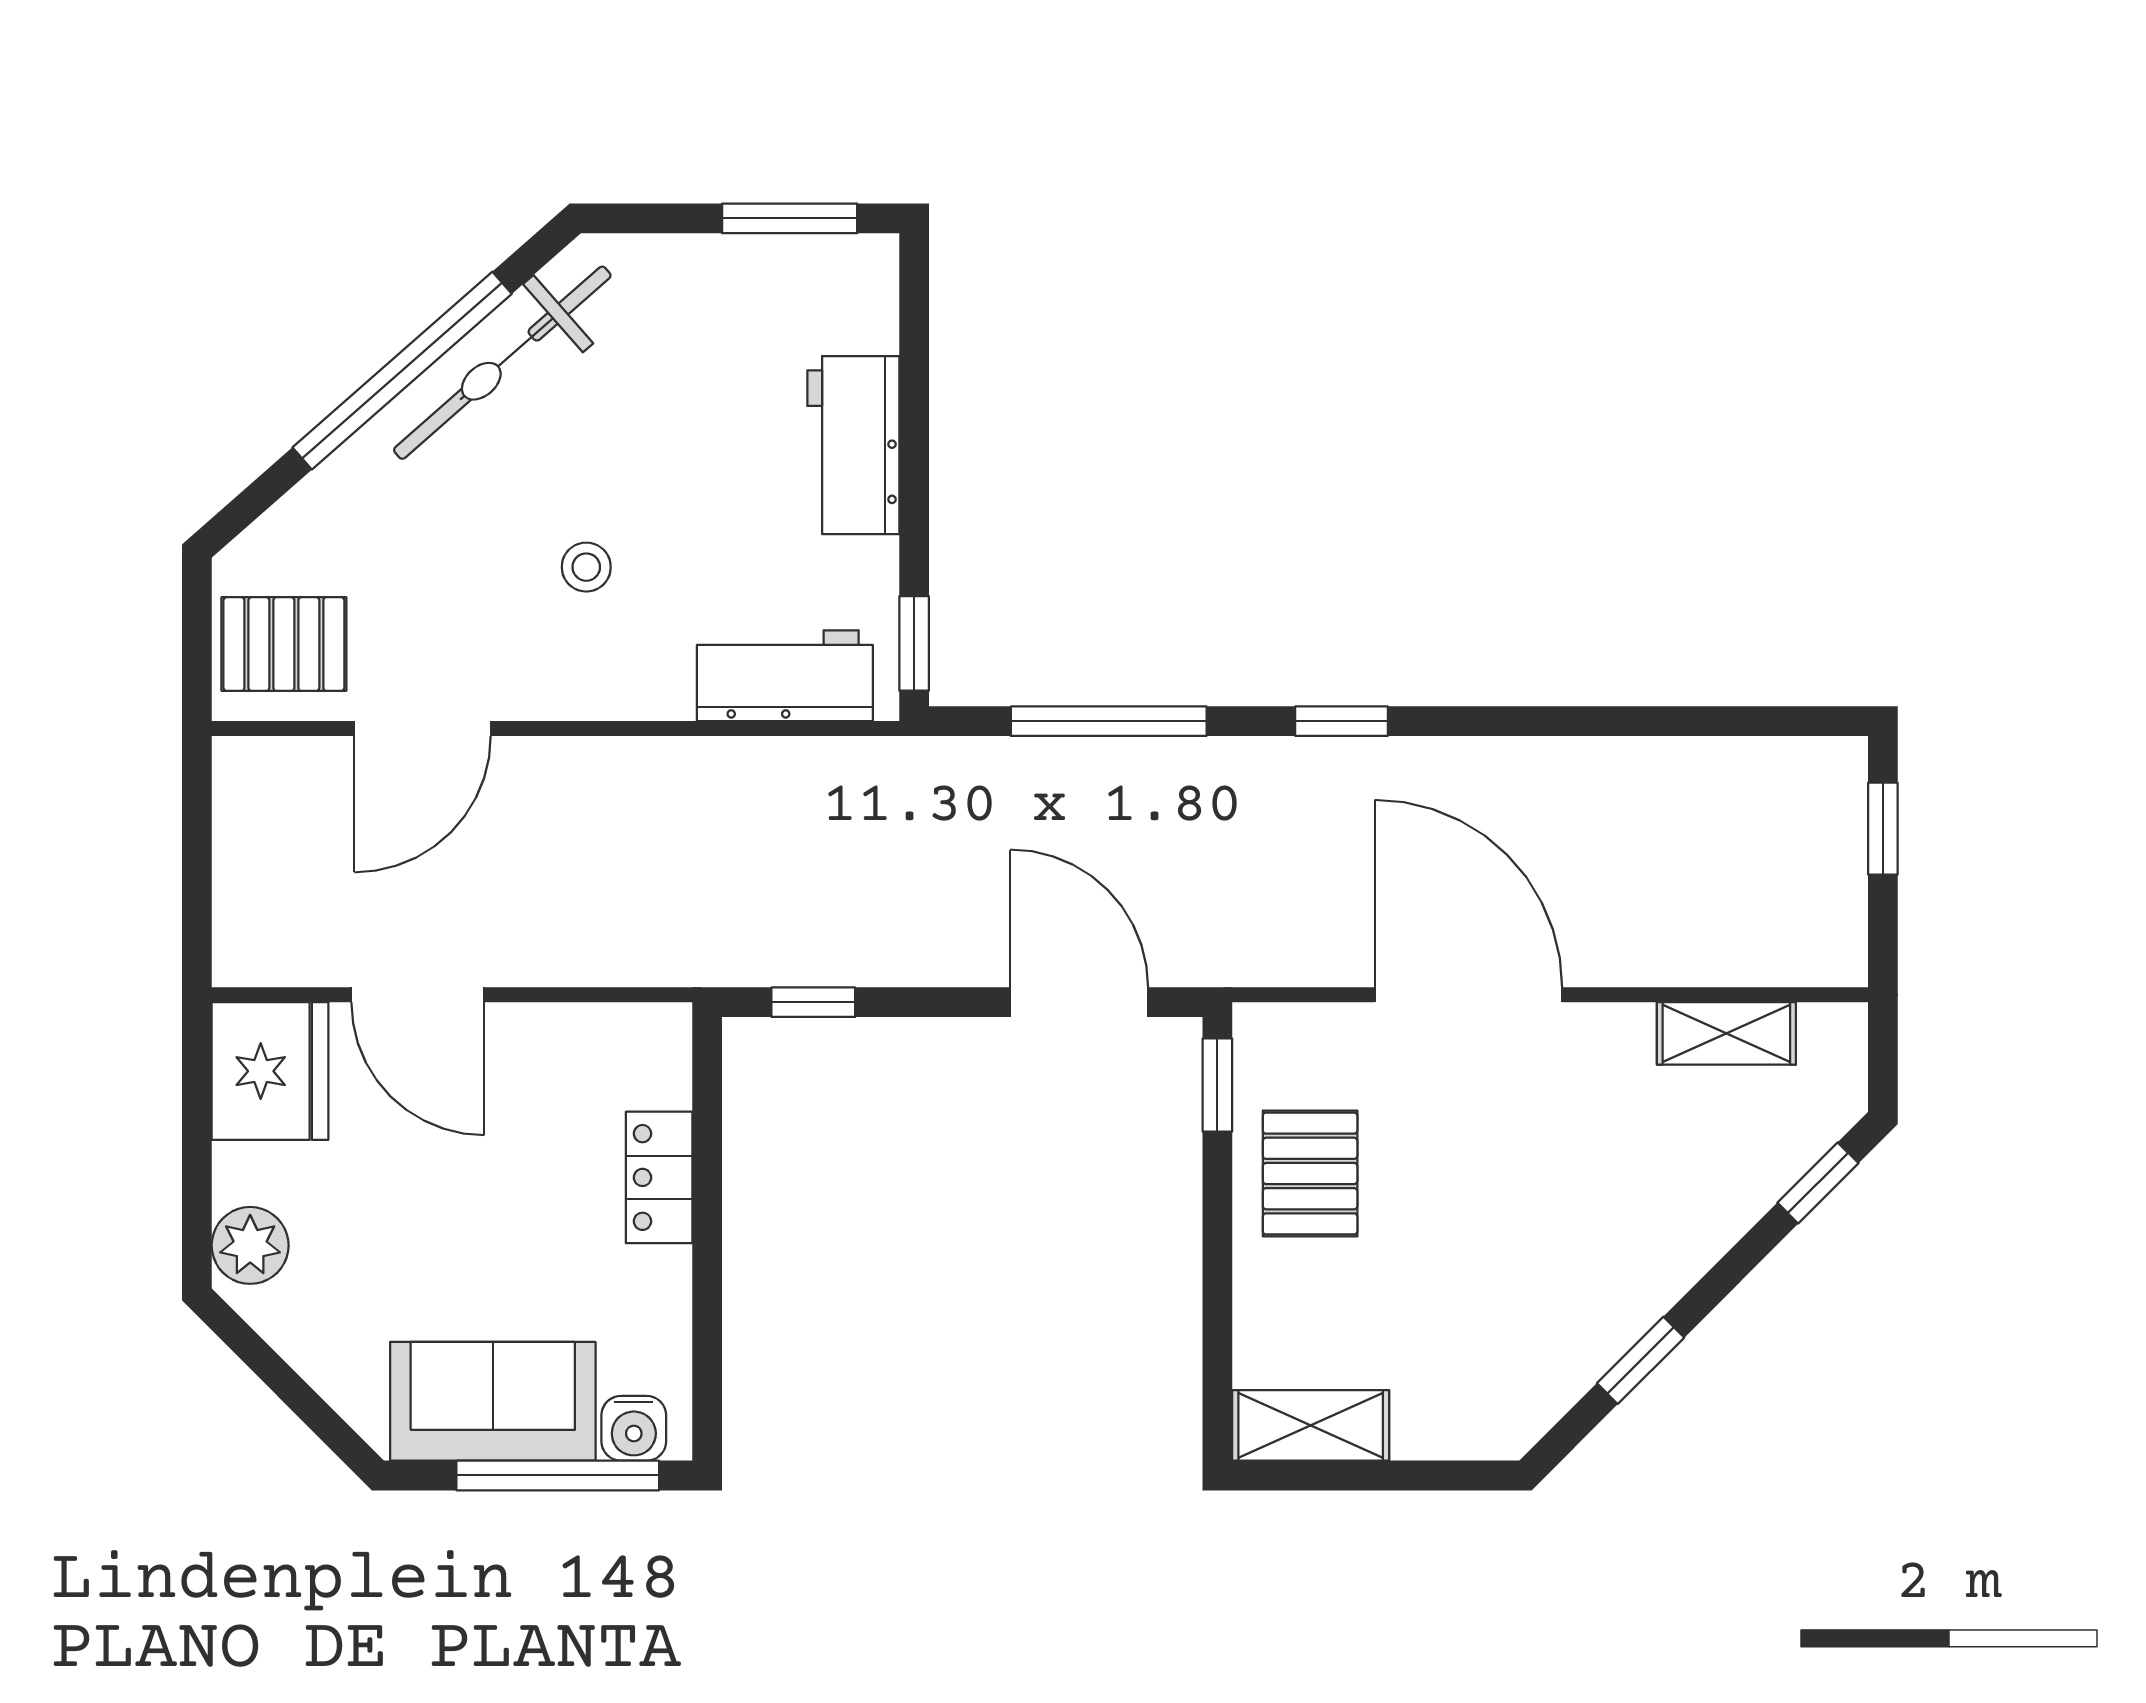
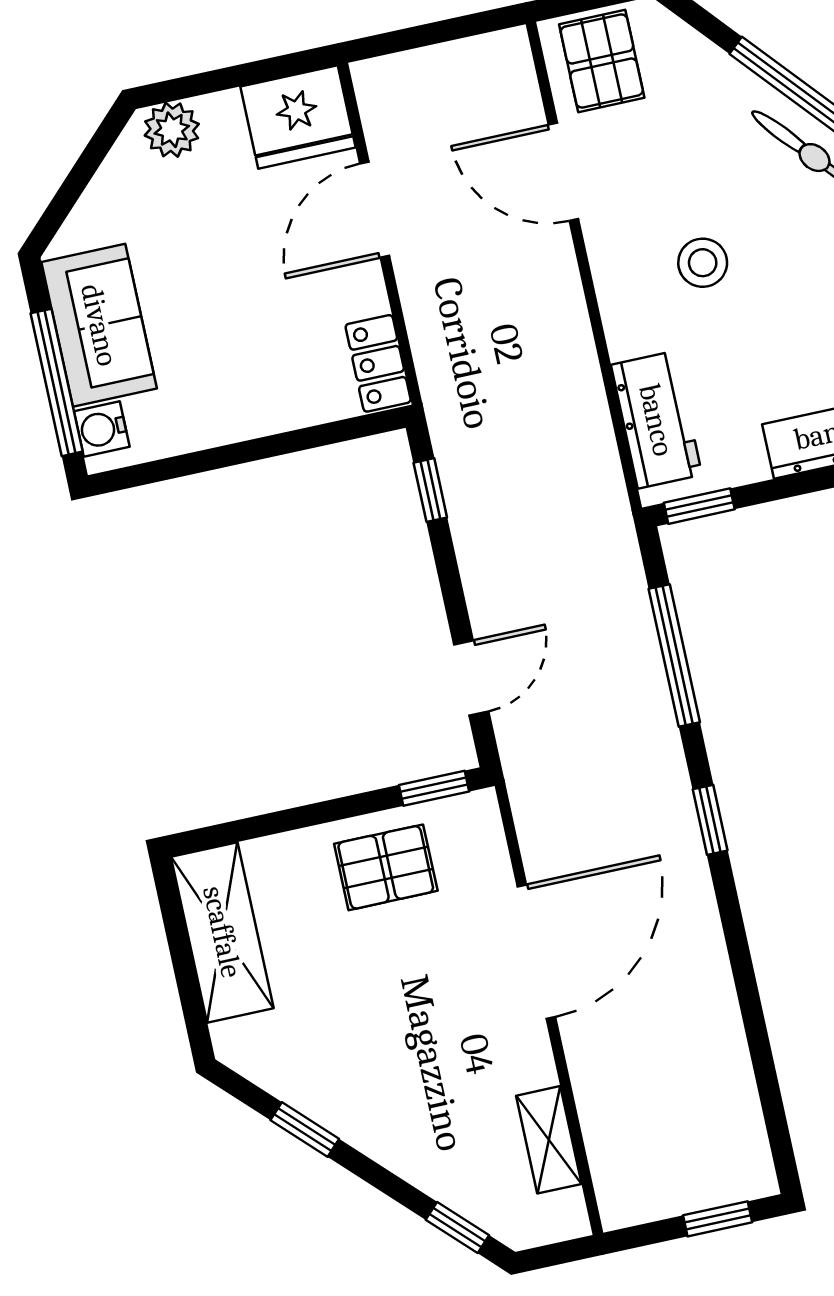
stool: (586, 567) -> (703, 263), width x1.37, depth x1.37
door: (1079, 1002) -> (471, 678), width x0.73
locker: (659, 1177) -> (378, 363), moved, turned -90
shelving: (1311, 1425) -> (222, 932), width x1.50, depth x1.33

